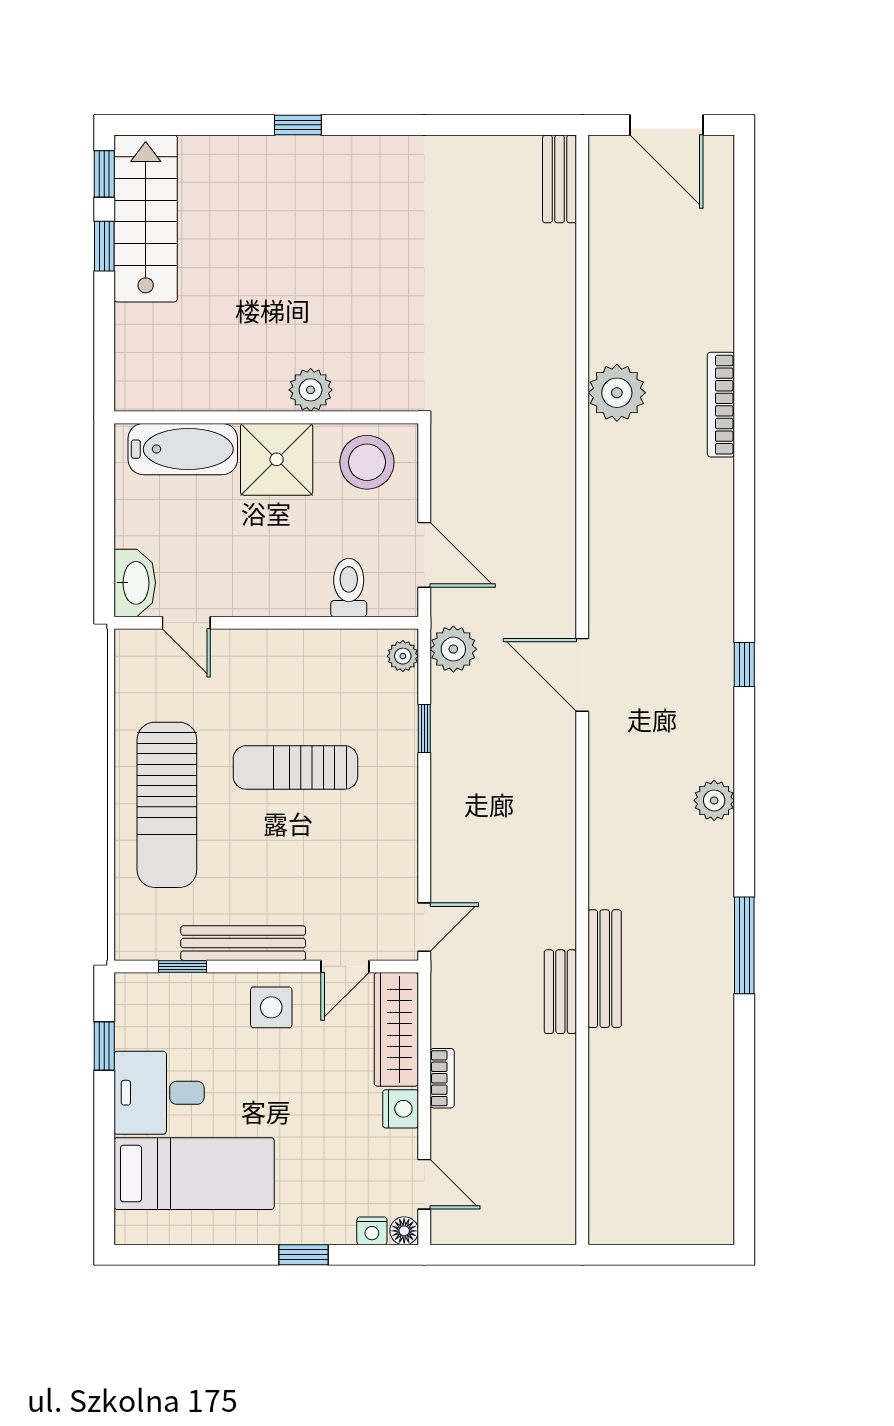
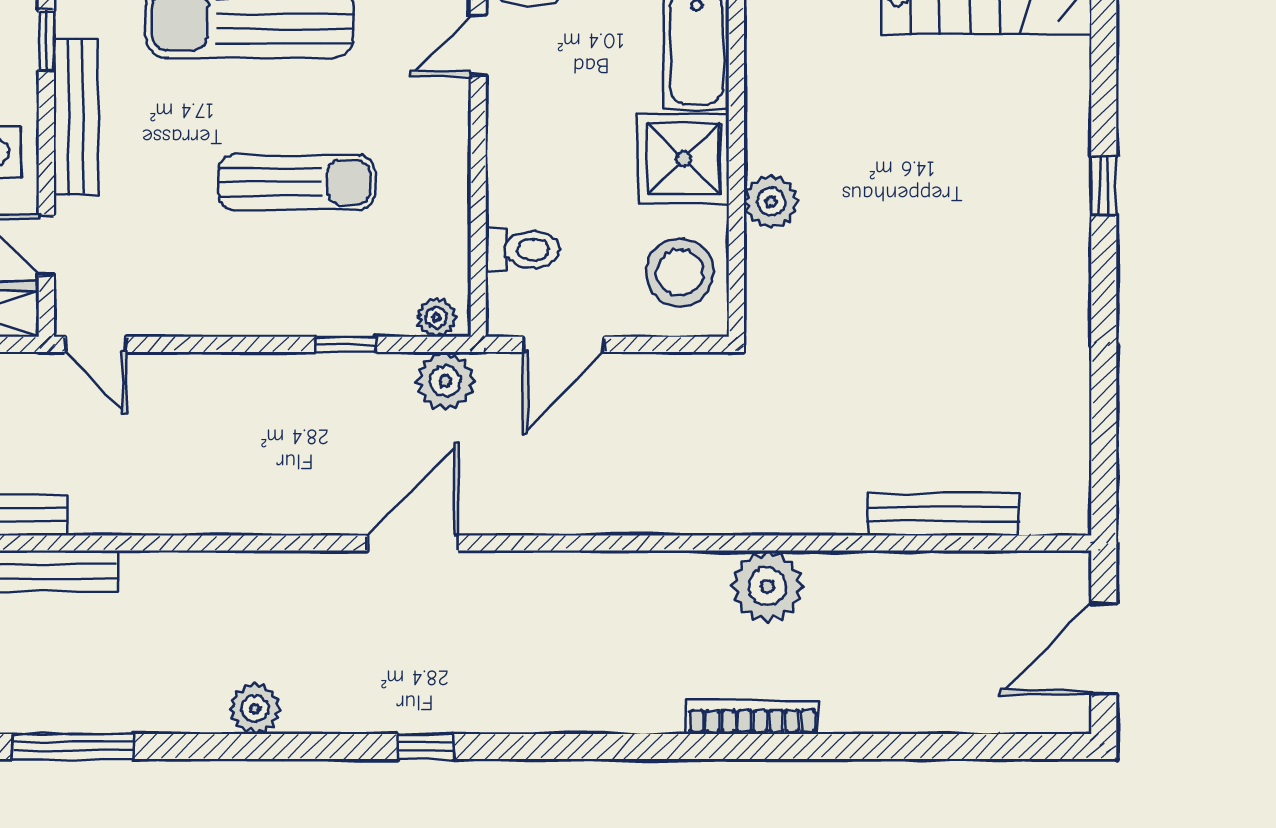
bench: (560, 179) -> (944, 514), moved, width x1.36
sun lounger: (295, 767) -> (296, 183), turned 90

